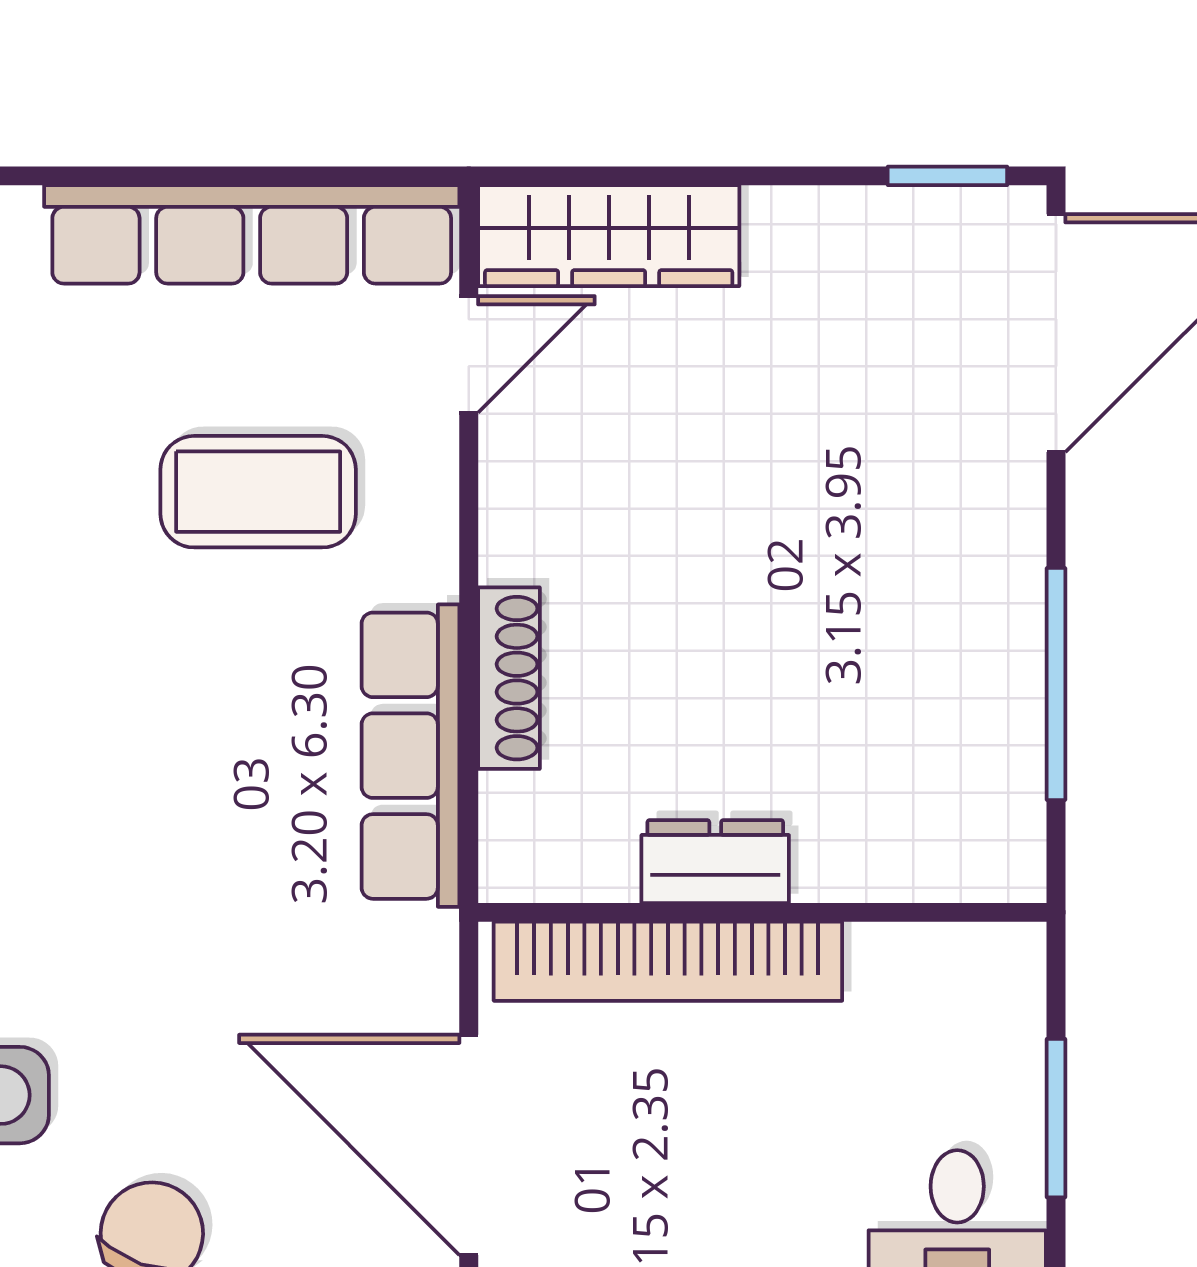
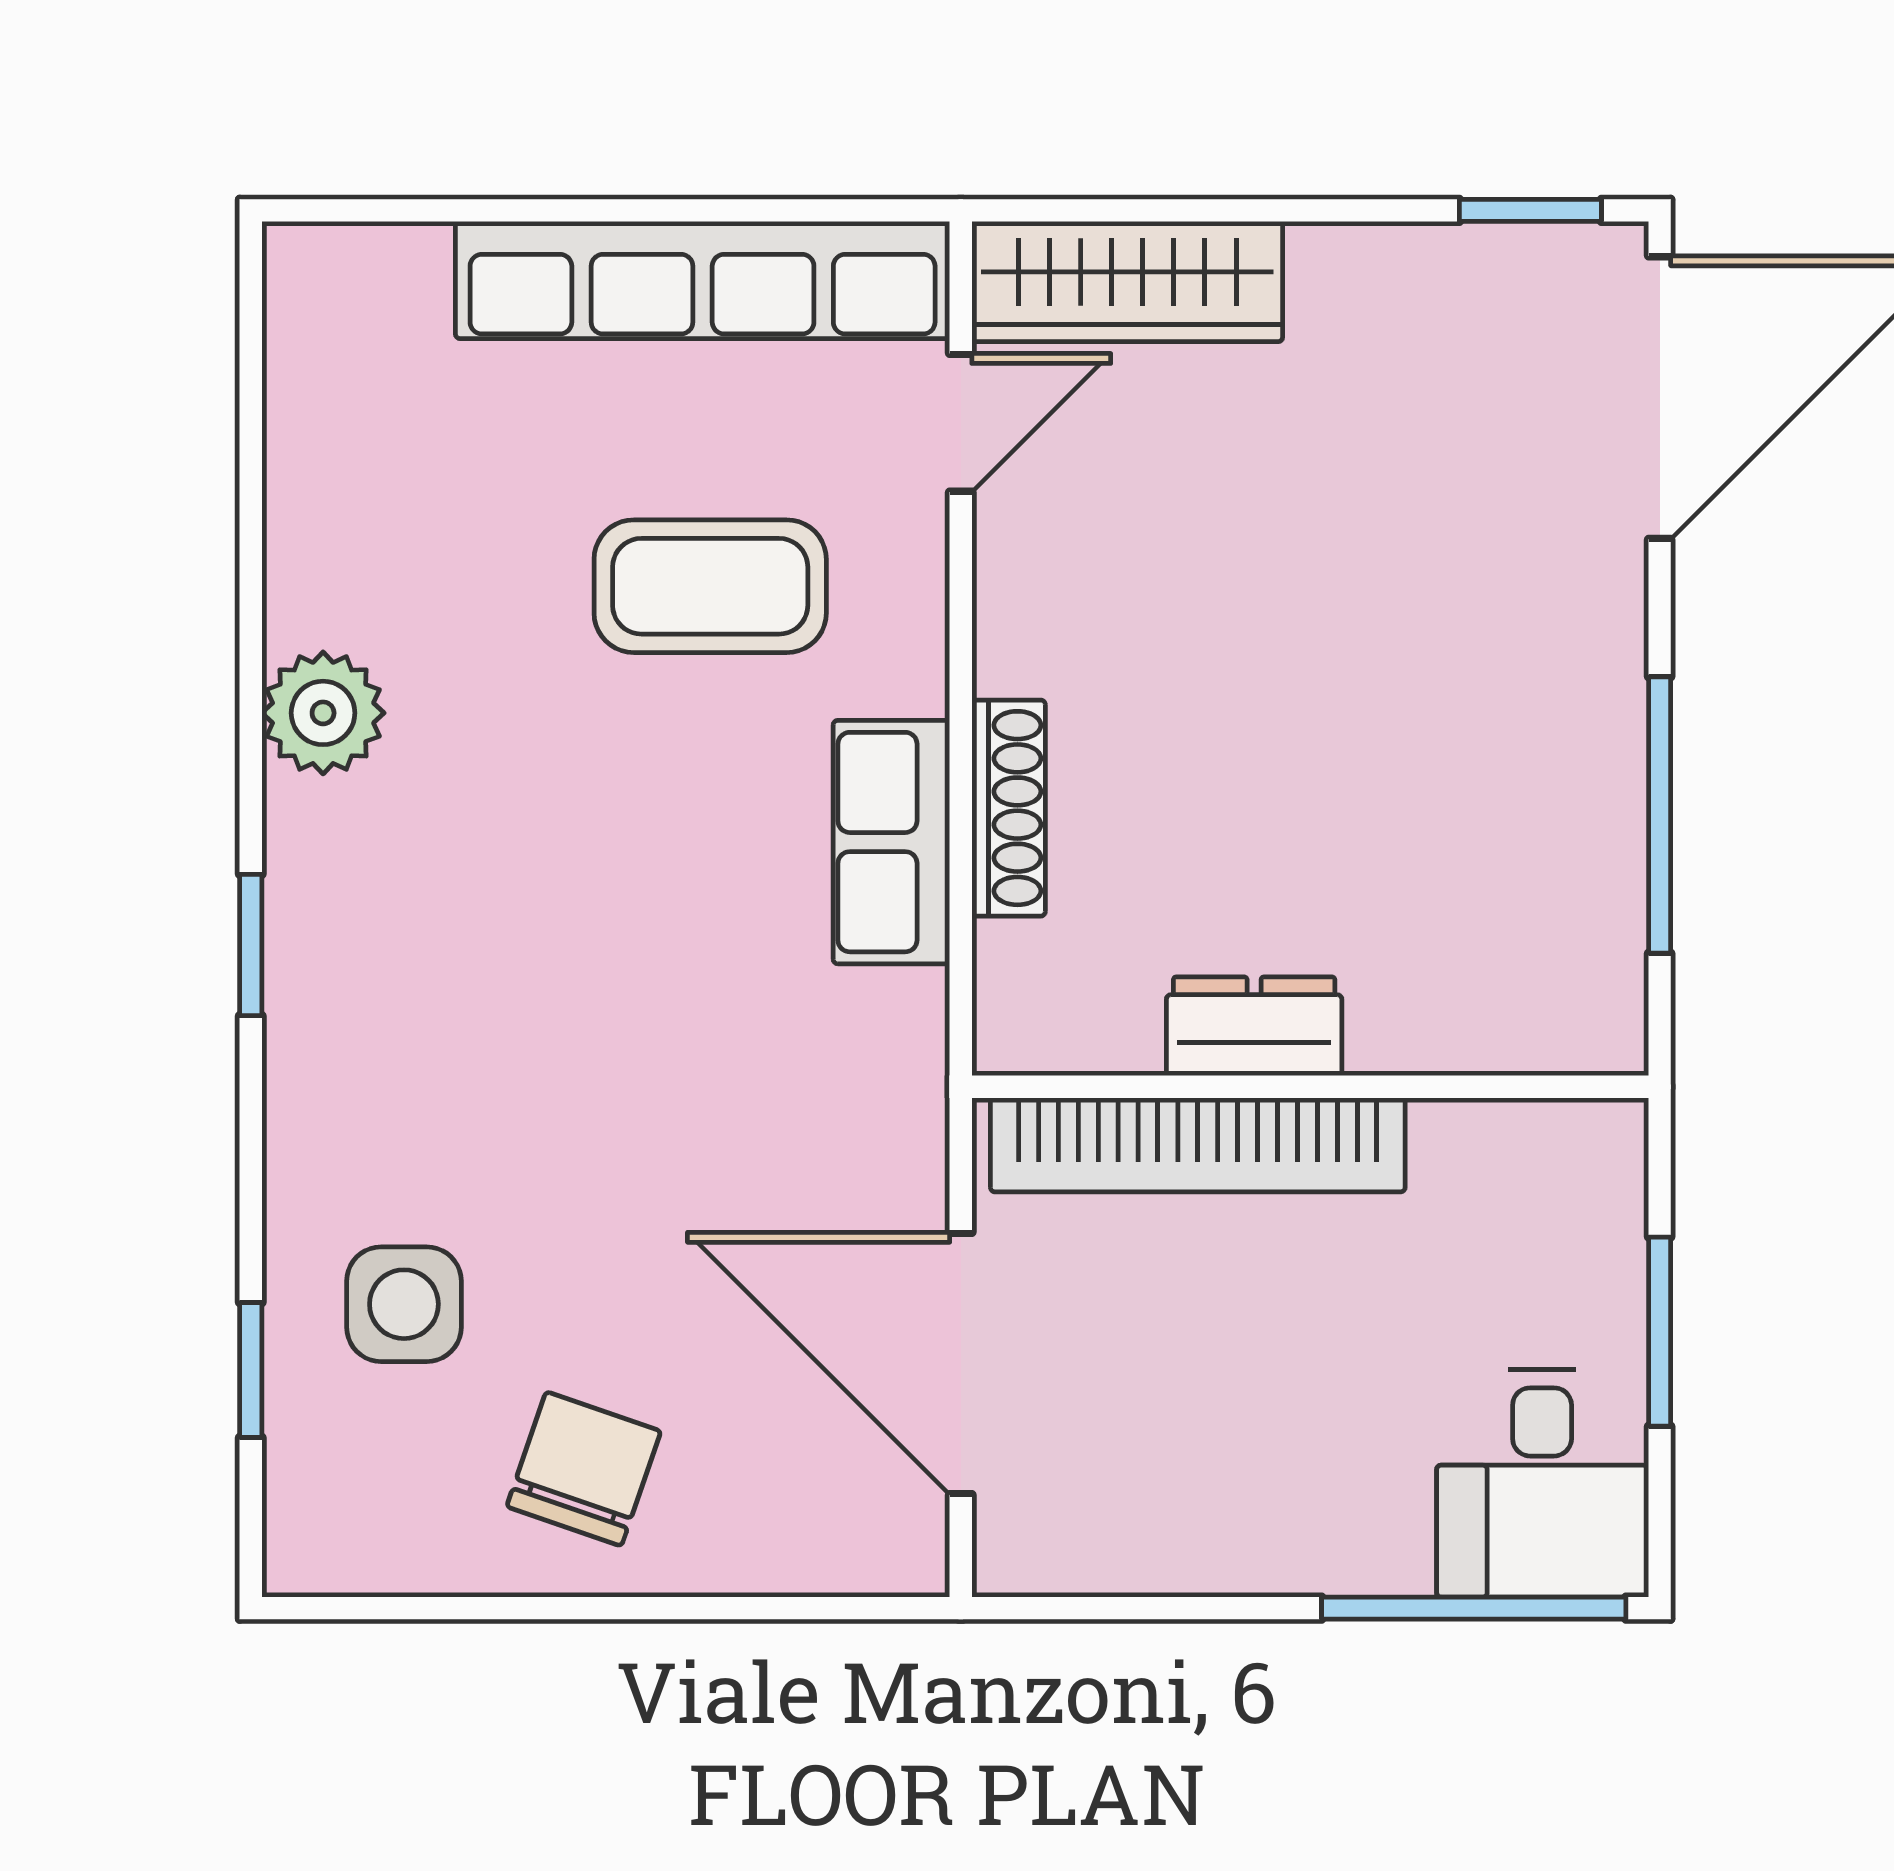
row of seats: (410, 756) -> (891, 842), width x0.68

